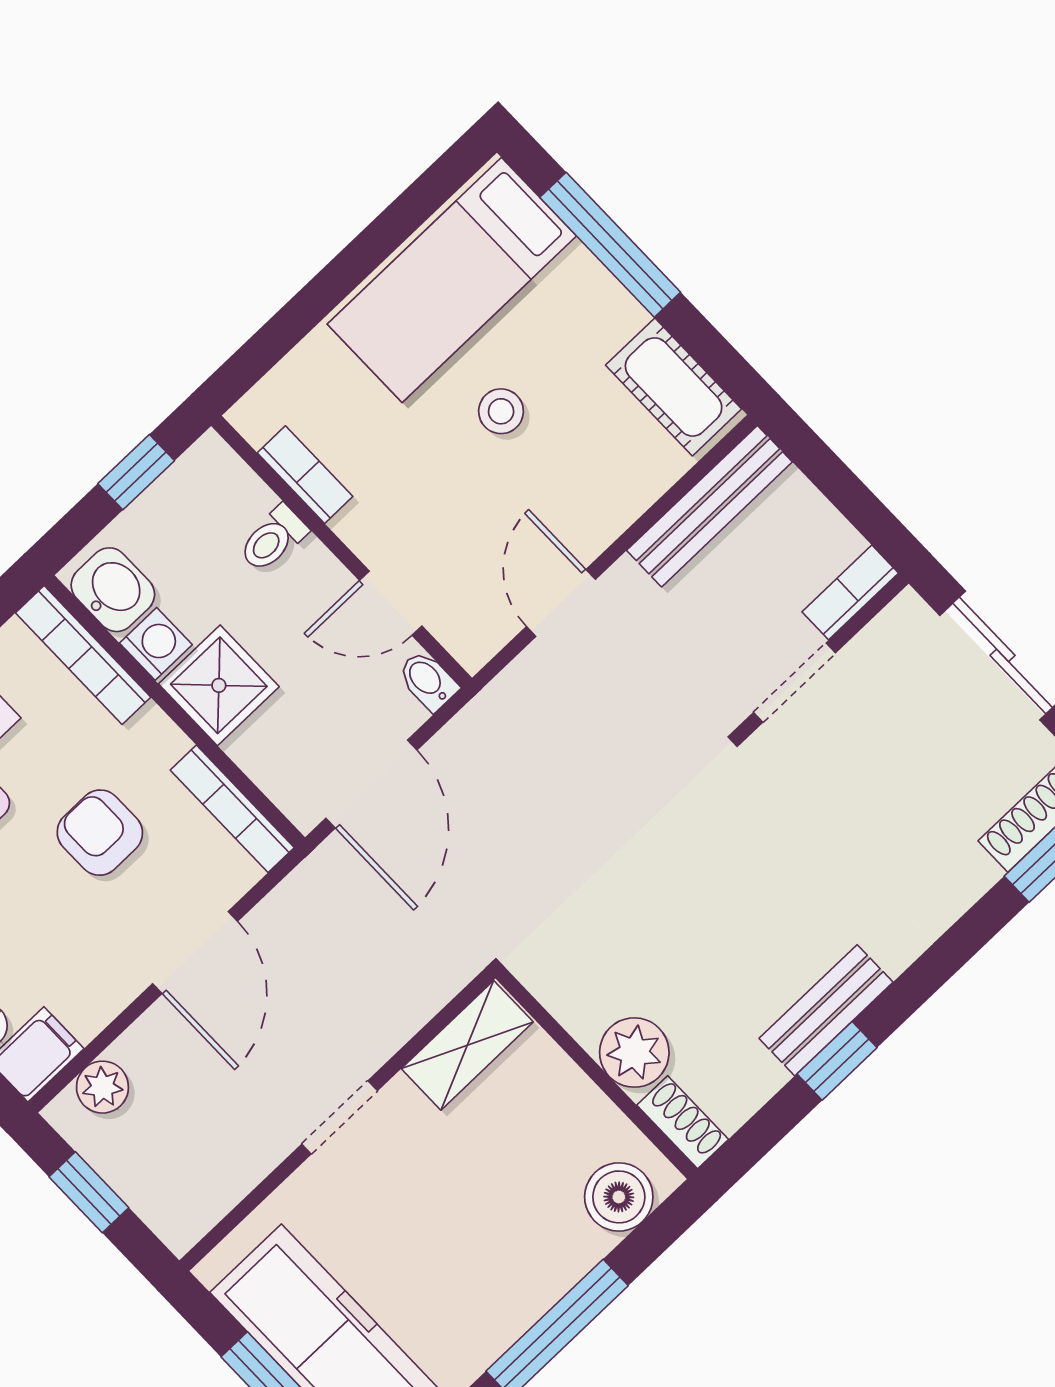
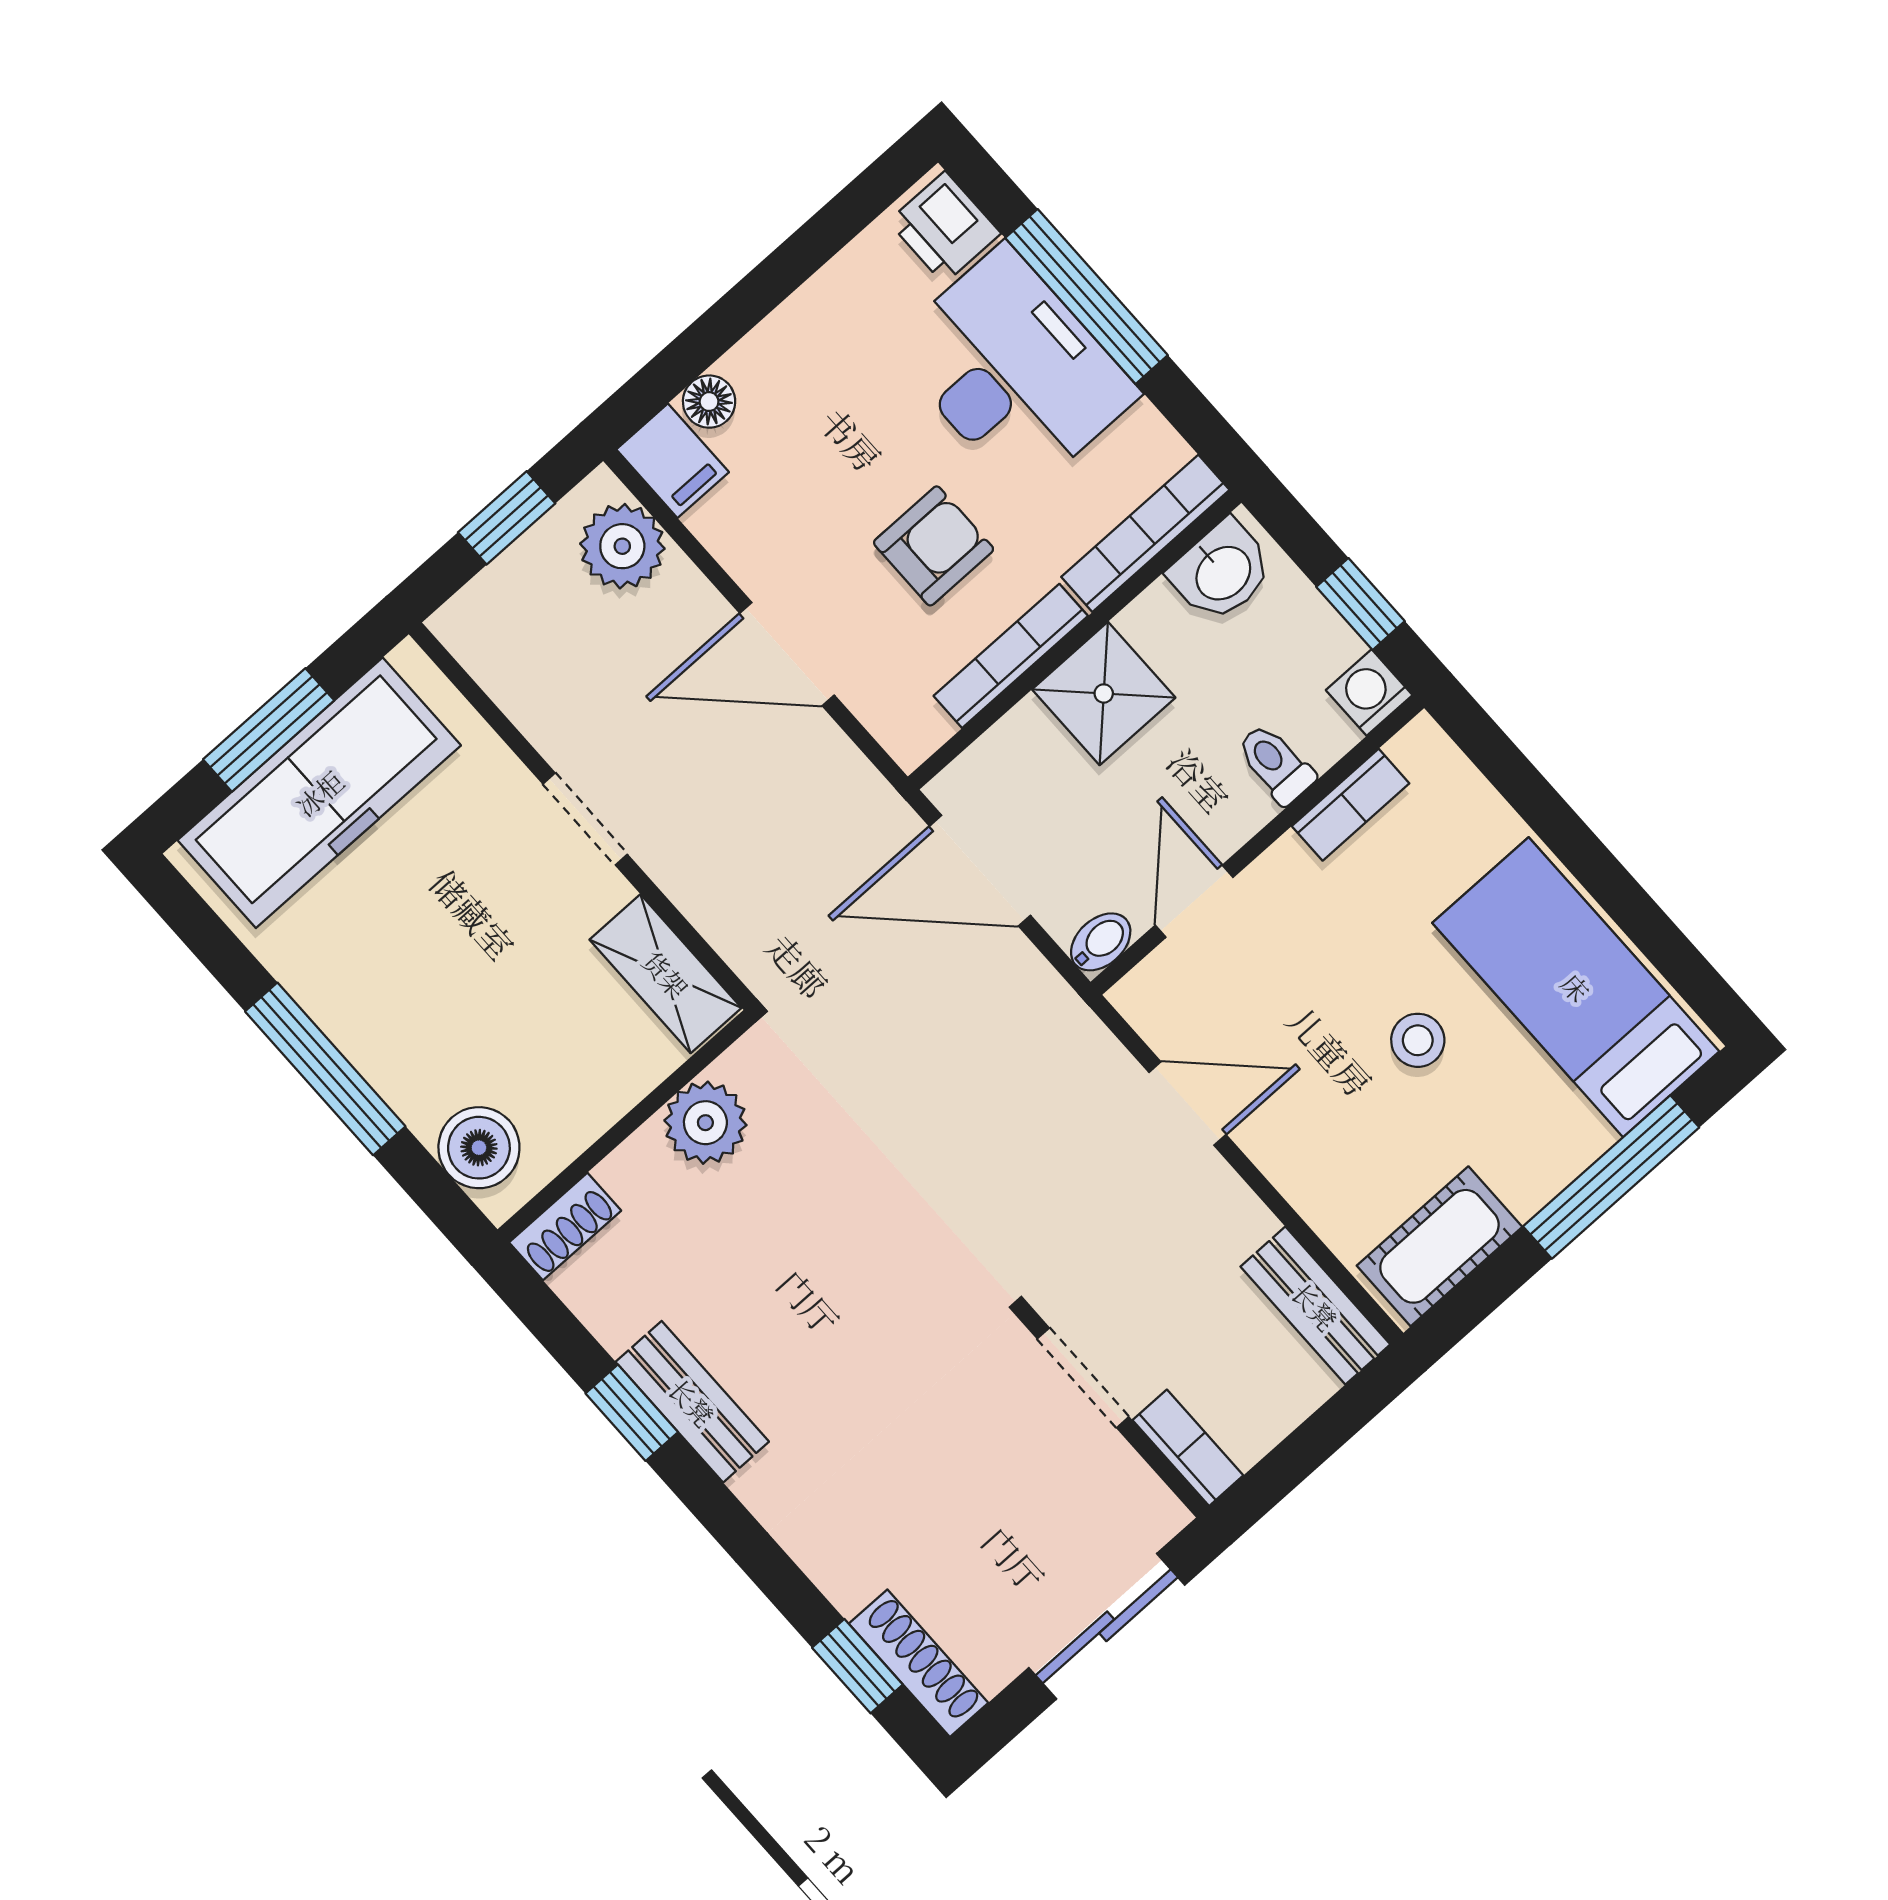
bench: (709, 506) -> (1315, 1306), width x0.73
washing machine: (156, 644) -> (1369, 693), moved, turned 180
bookcase: (232, 809) -> (1011, 656), moved
plant: (634, 1053) -> (705, 1123), moved
plant: (102, 1087) -> (622, 546), width x1.38, depth x1.38

